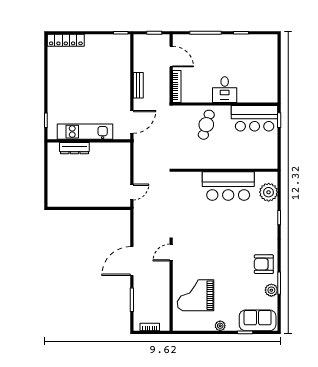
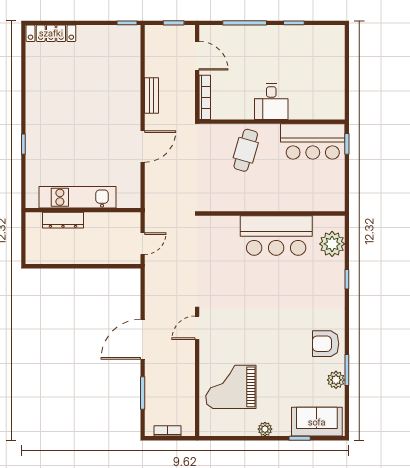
kitchen unit: (85, 132) -> (77, 197), moved
wall: (89, 141) -> (83, 210), moved
dresser: (74, 148) -> (63, 220), moved

